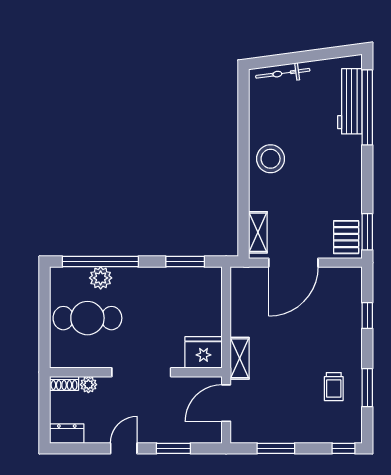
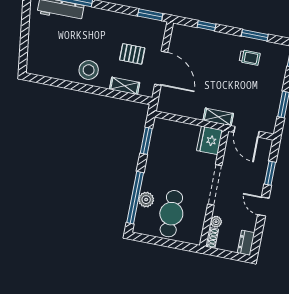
bicycle: (283, 73) -> (33, 51), removed
shelving: (258, 232) -> (125, 86), moved
pallet: (346, 237) -> (132, 54), moved

